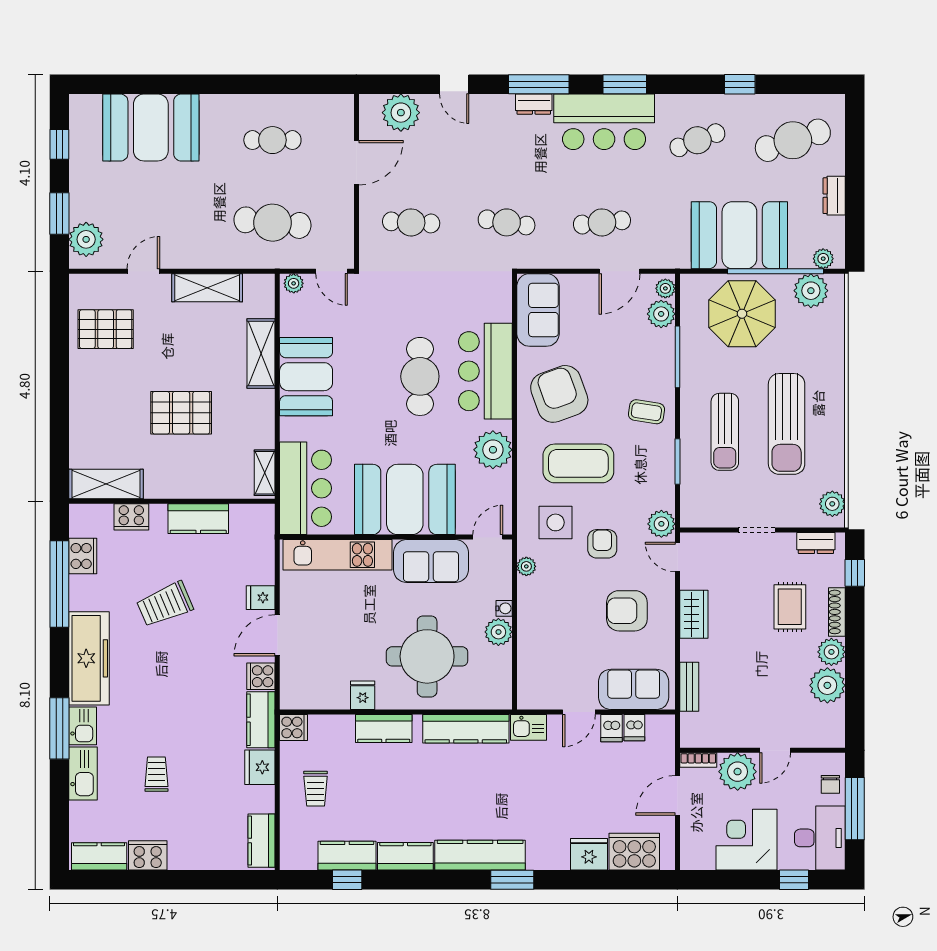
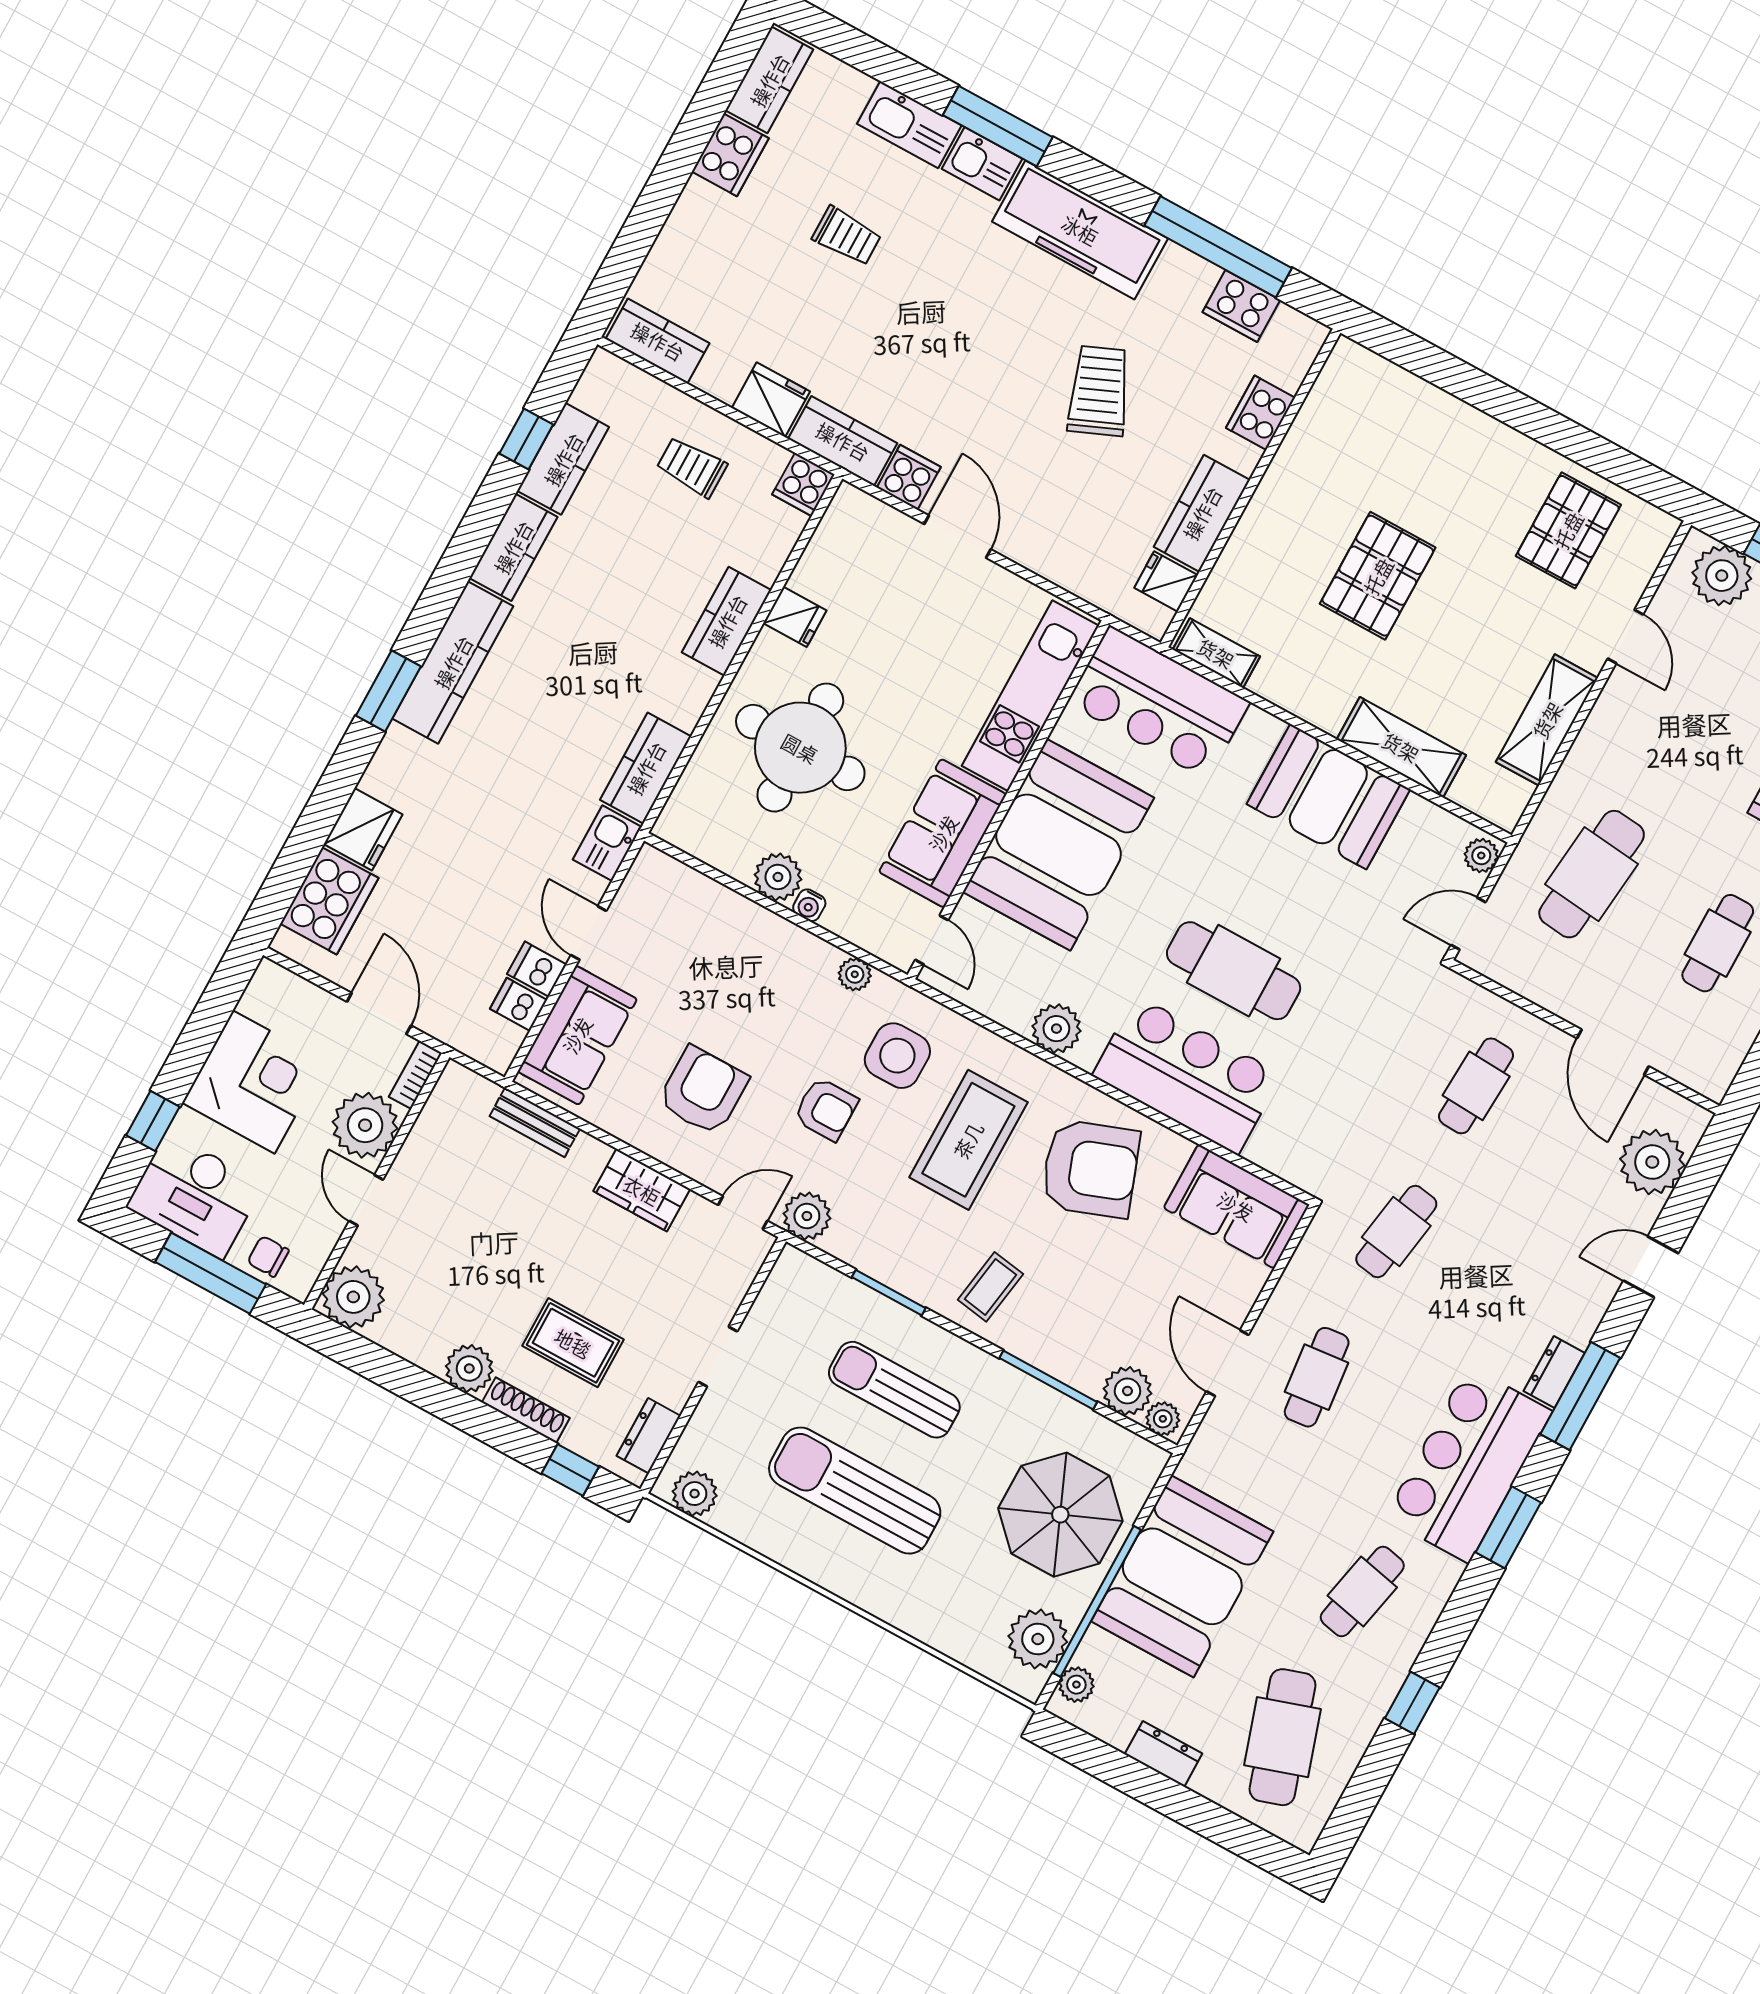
cafe table: (697, 140) -> (1362, 1592), turned 33
plant: (493, 450) -> (1056, 1029), width x0.73, depth x0.73
shelving: (106, 484) -> (1332, 402), removed
fridge: (261, 598) -> (1166, 581), moved, turned -90
plant: (827, 685) -> (353, 1297), moved
kitchen counter: (466, 729) -> (646, 768), width x0.67

